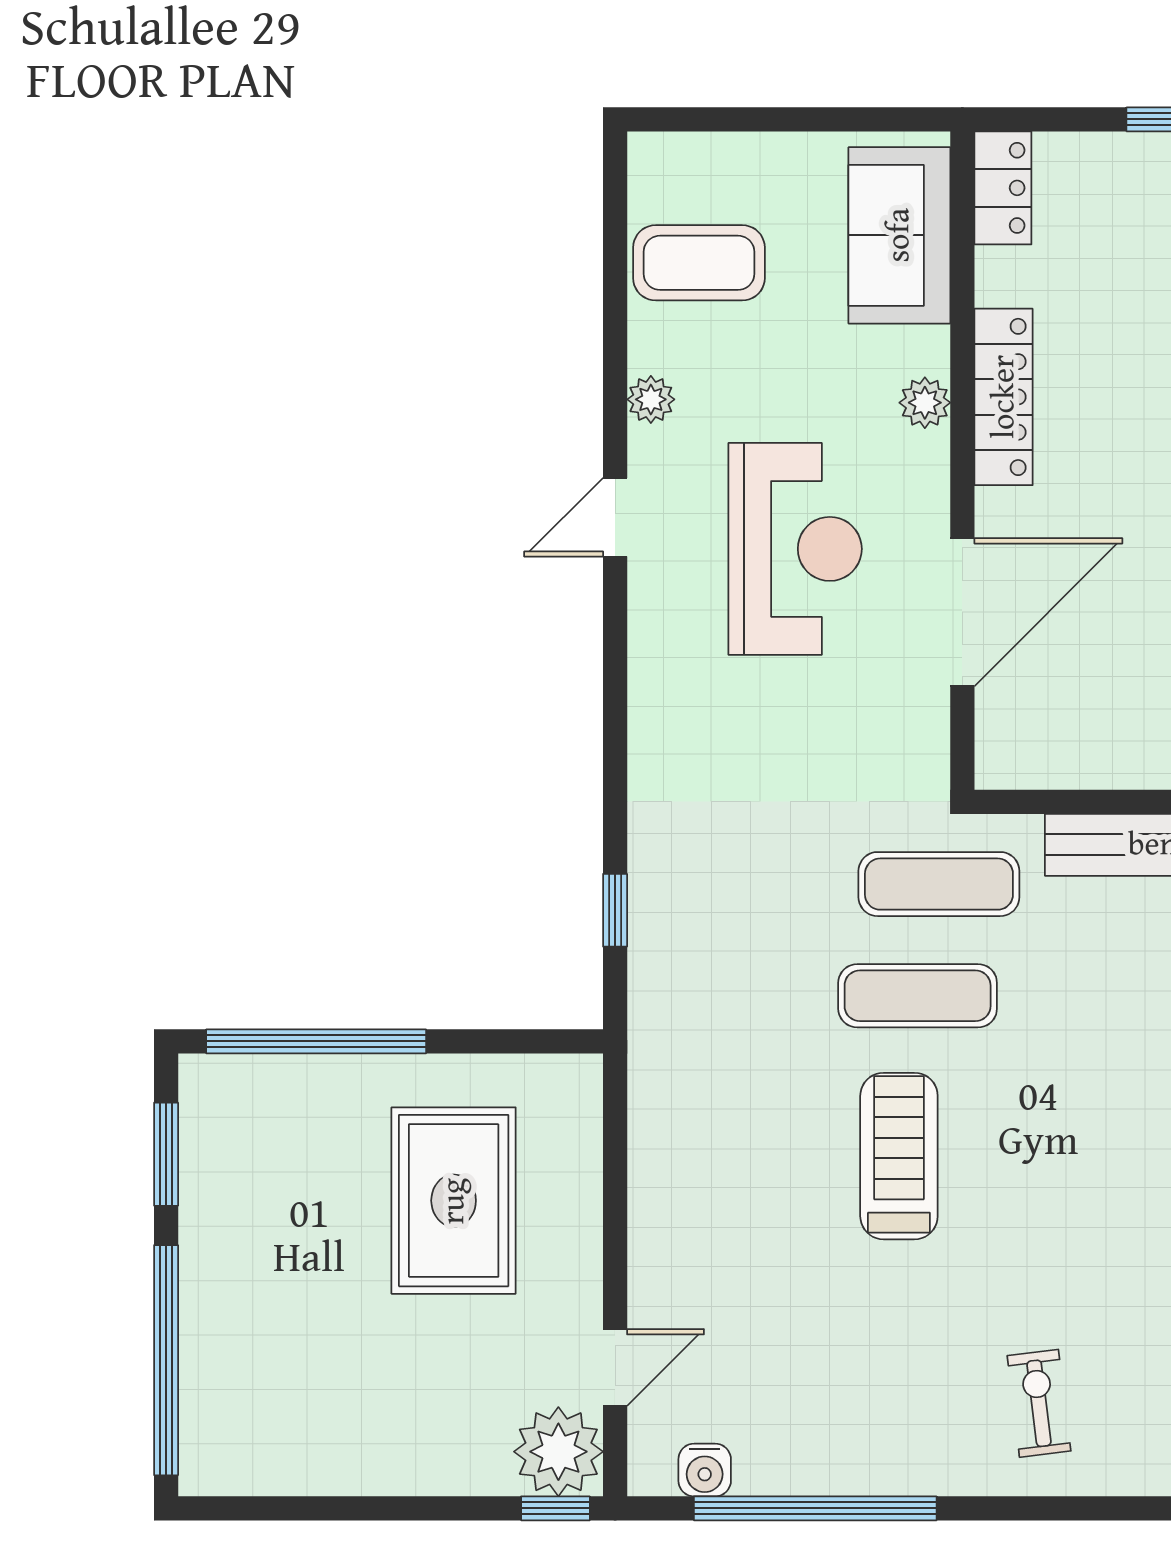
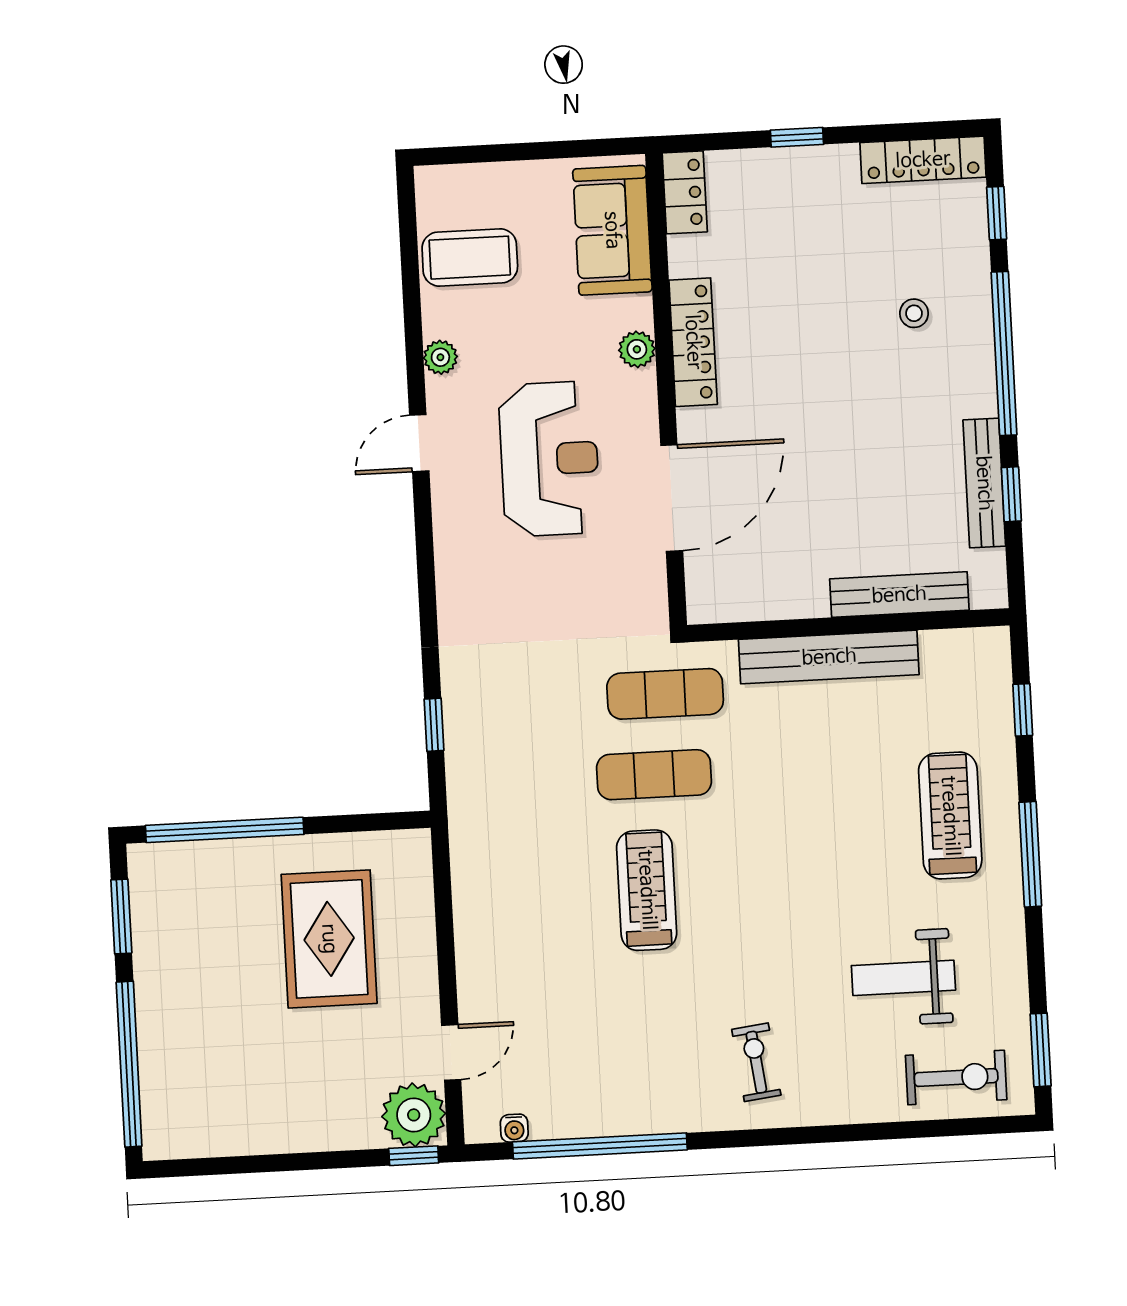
water cooler: (705, 1470) -> (514, 1128), width x0.72, depth x0.72

